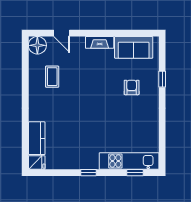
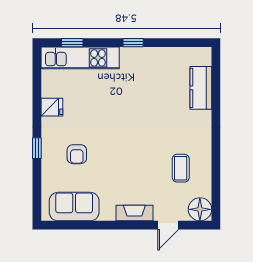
door: (62, 33) -> (168, 225), swing flipped
fireplace: (100, 42) -> (134, 213), moved
window: (162, 79) -> (37, 148), moved
fridge: (37, 163) -> (52, 107), moved, turned 180

